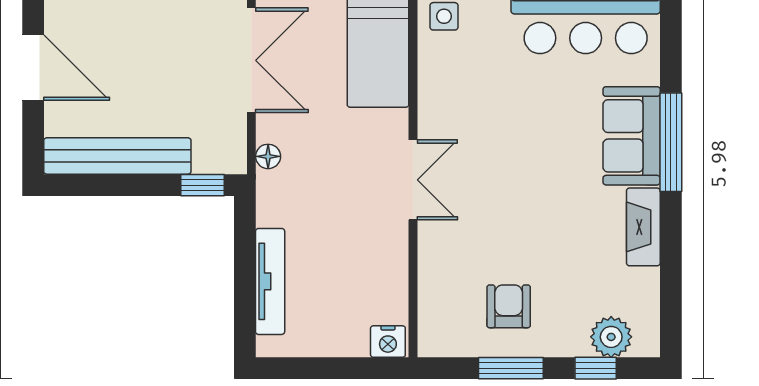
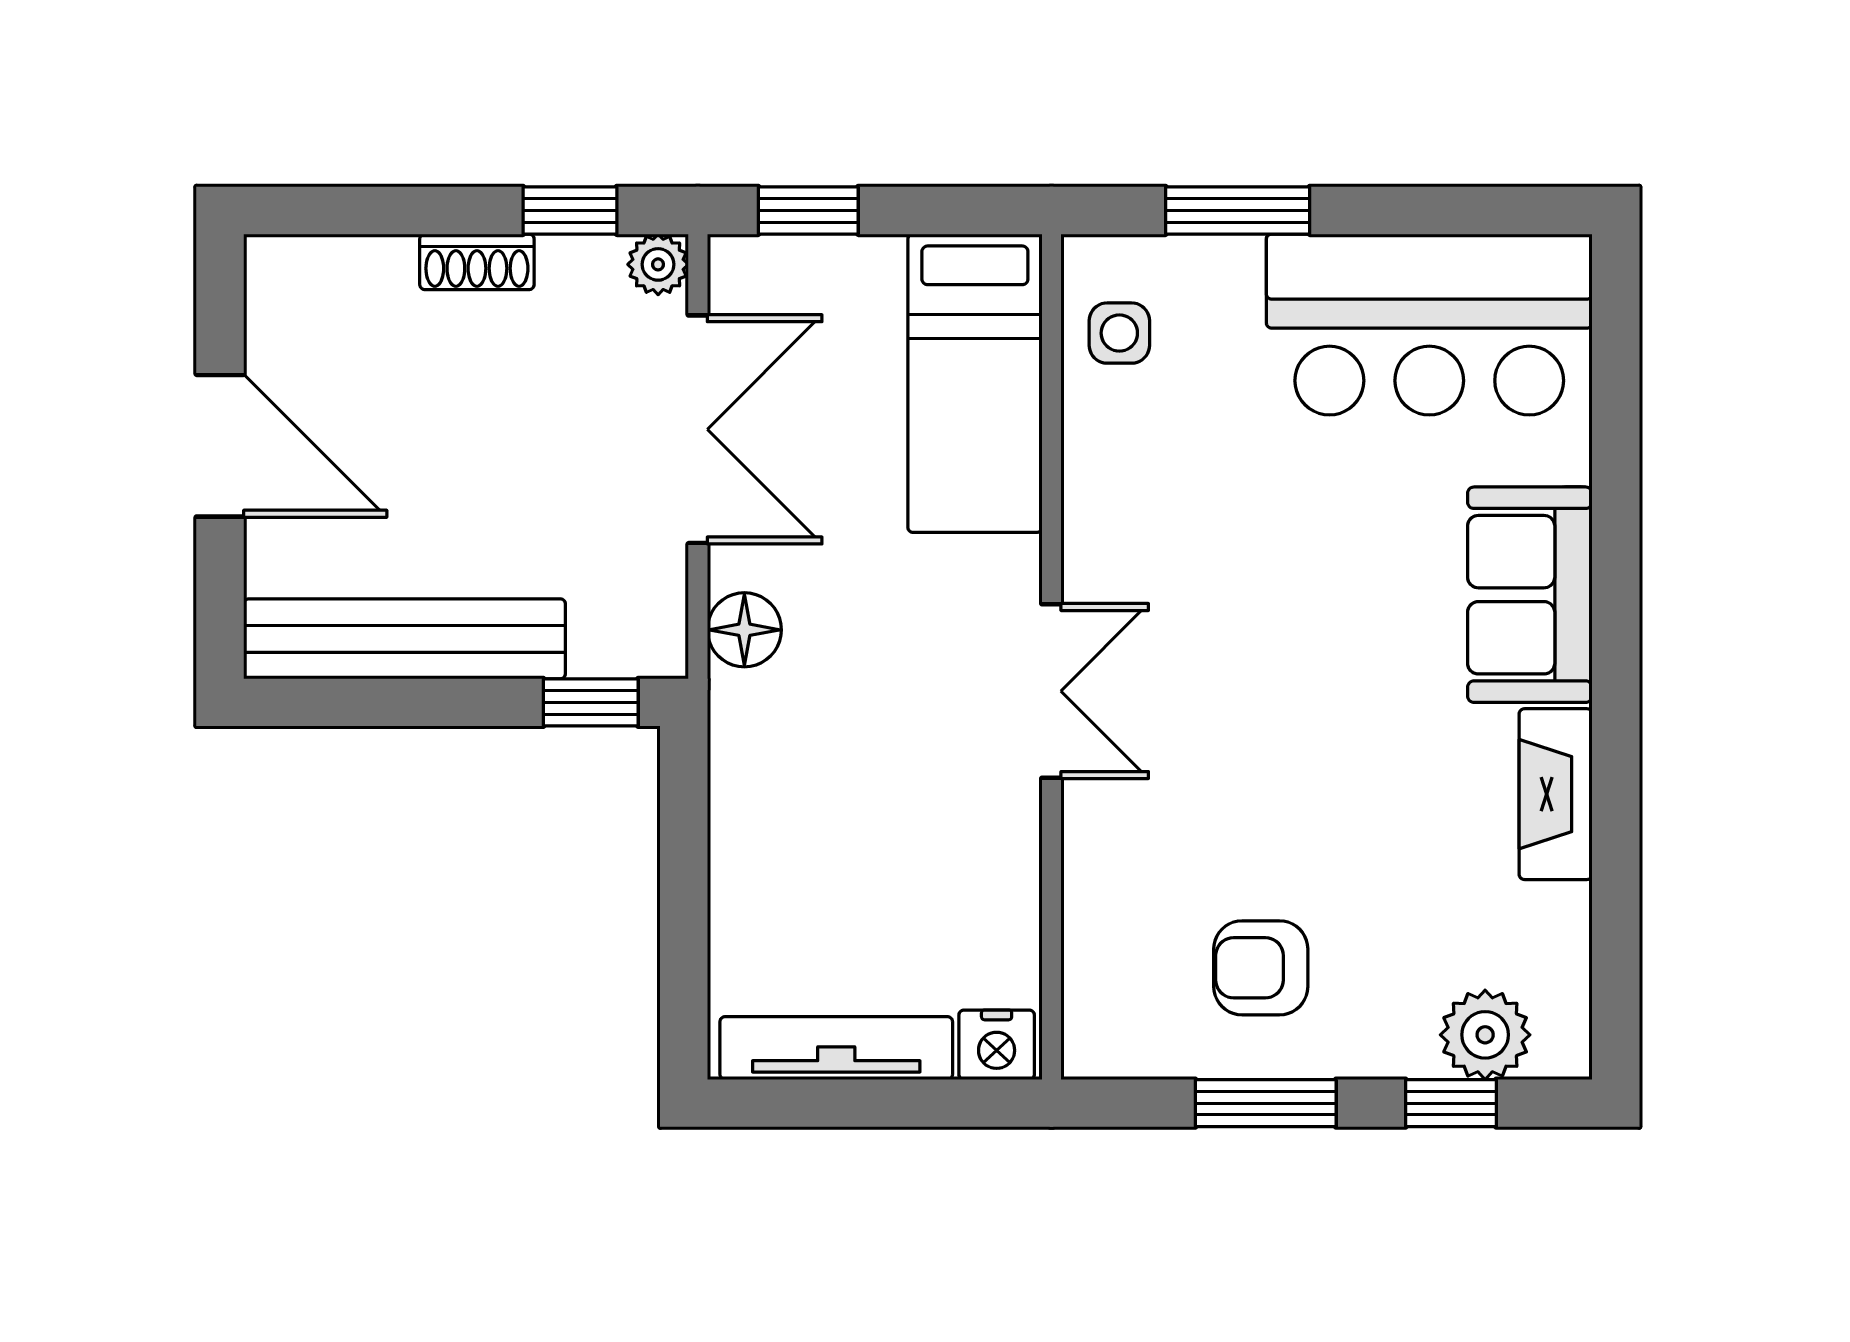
window: (671, 142) -> (1616, 609), removed
floor lamp: (268, 156) -> (744, 630), width x1.37, depth x1.37
tv unit: (270, 281) -> (836, 1048), moved, turned -90
armchair: (509, 306) -> (1261, 968), turned -90

